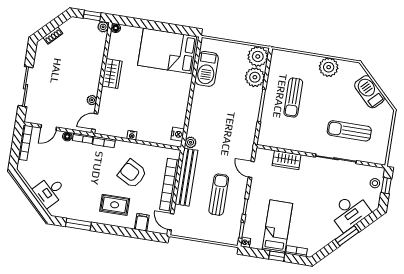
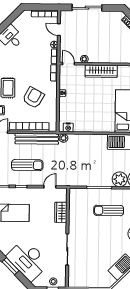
wardrobe: (112, 74) -> (101, 71), width x1.50
sun lounger: (349, 131) -> (90, 256), removed
desk: (350, 212) -> (28, 260), width x1.36, depth x1.30

